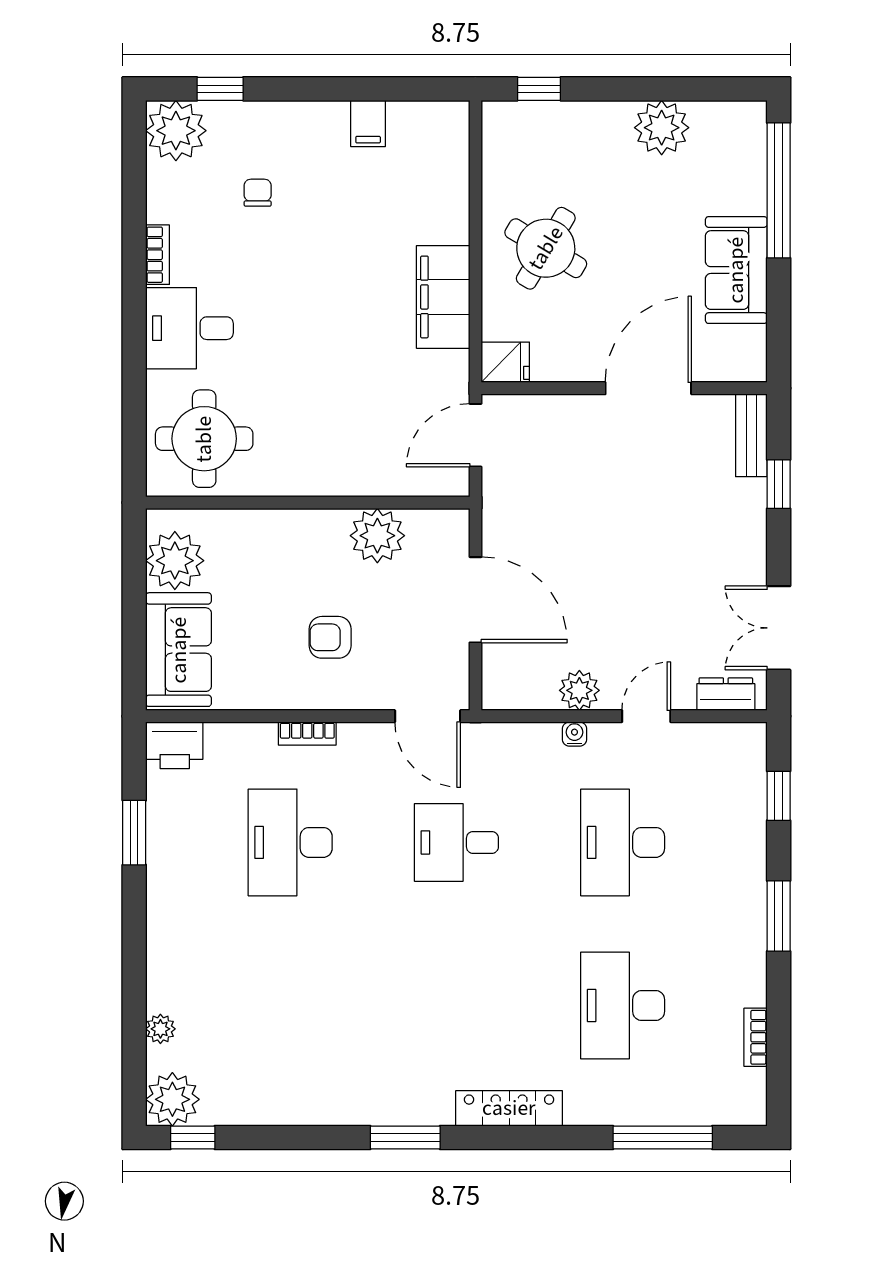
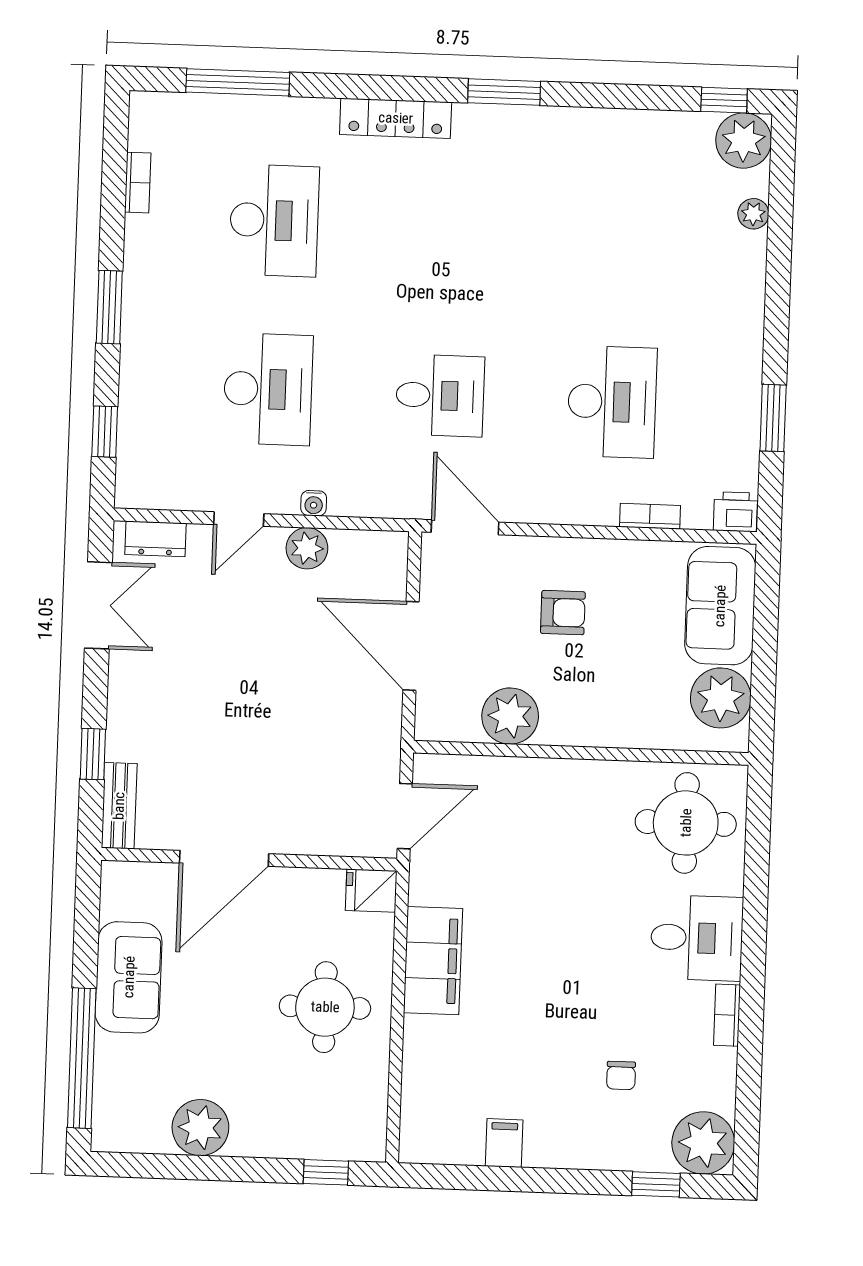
round table: (546, 248) -> (325, 1007), turned -31
bookcase: (307, 733) -> (650, 516), moved
printer: (175, 745) -> (735, 512), width x0.73, depth x0.81

